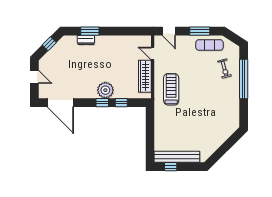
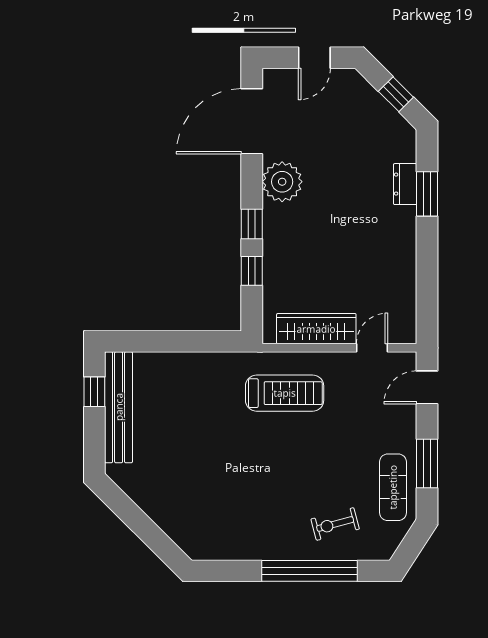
plant: (105, 90) -> (282, 182), moved

